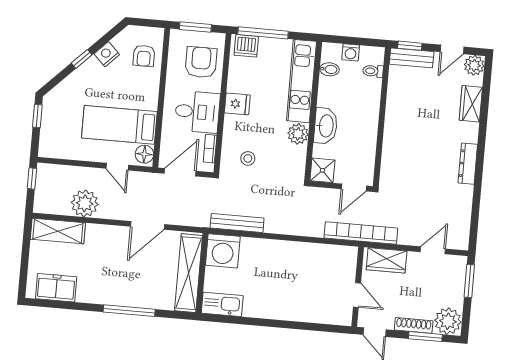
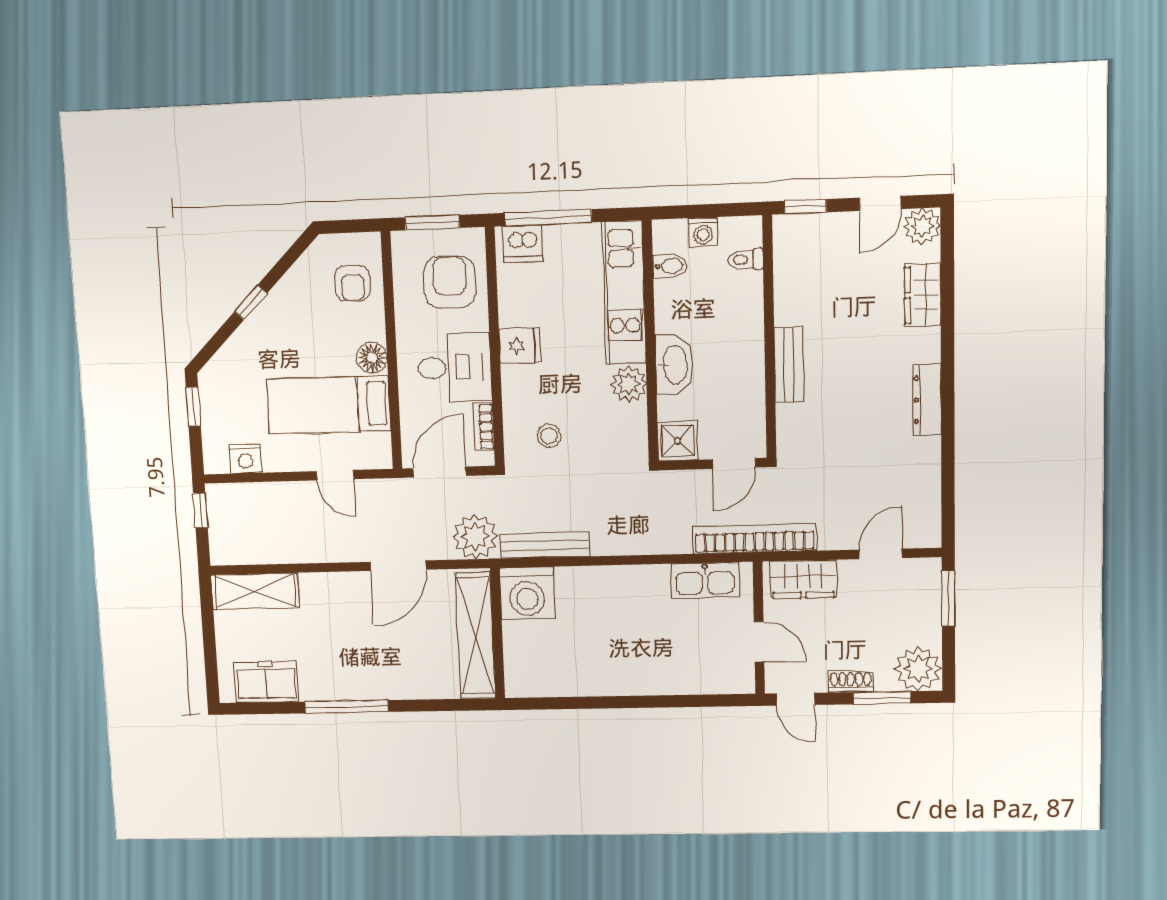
nightstand: (107, 54) -> (245, 459), moved, turned -135
bench: (412, 58) -> (789, 365), moved, turned 90
floor lamp: (144, 154) -> (372, 358), moved
plant: (85, 203) -> (475, 537), moved
kitchen sink: (222, 304) -> (705, 580), moved, turned 180
window: (129, 311) -> (347, 707), moved
shoe rack: (414, 325) -> (851, 682), width x0.70

